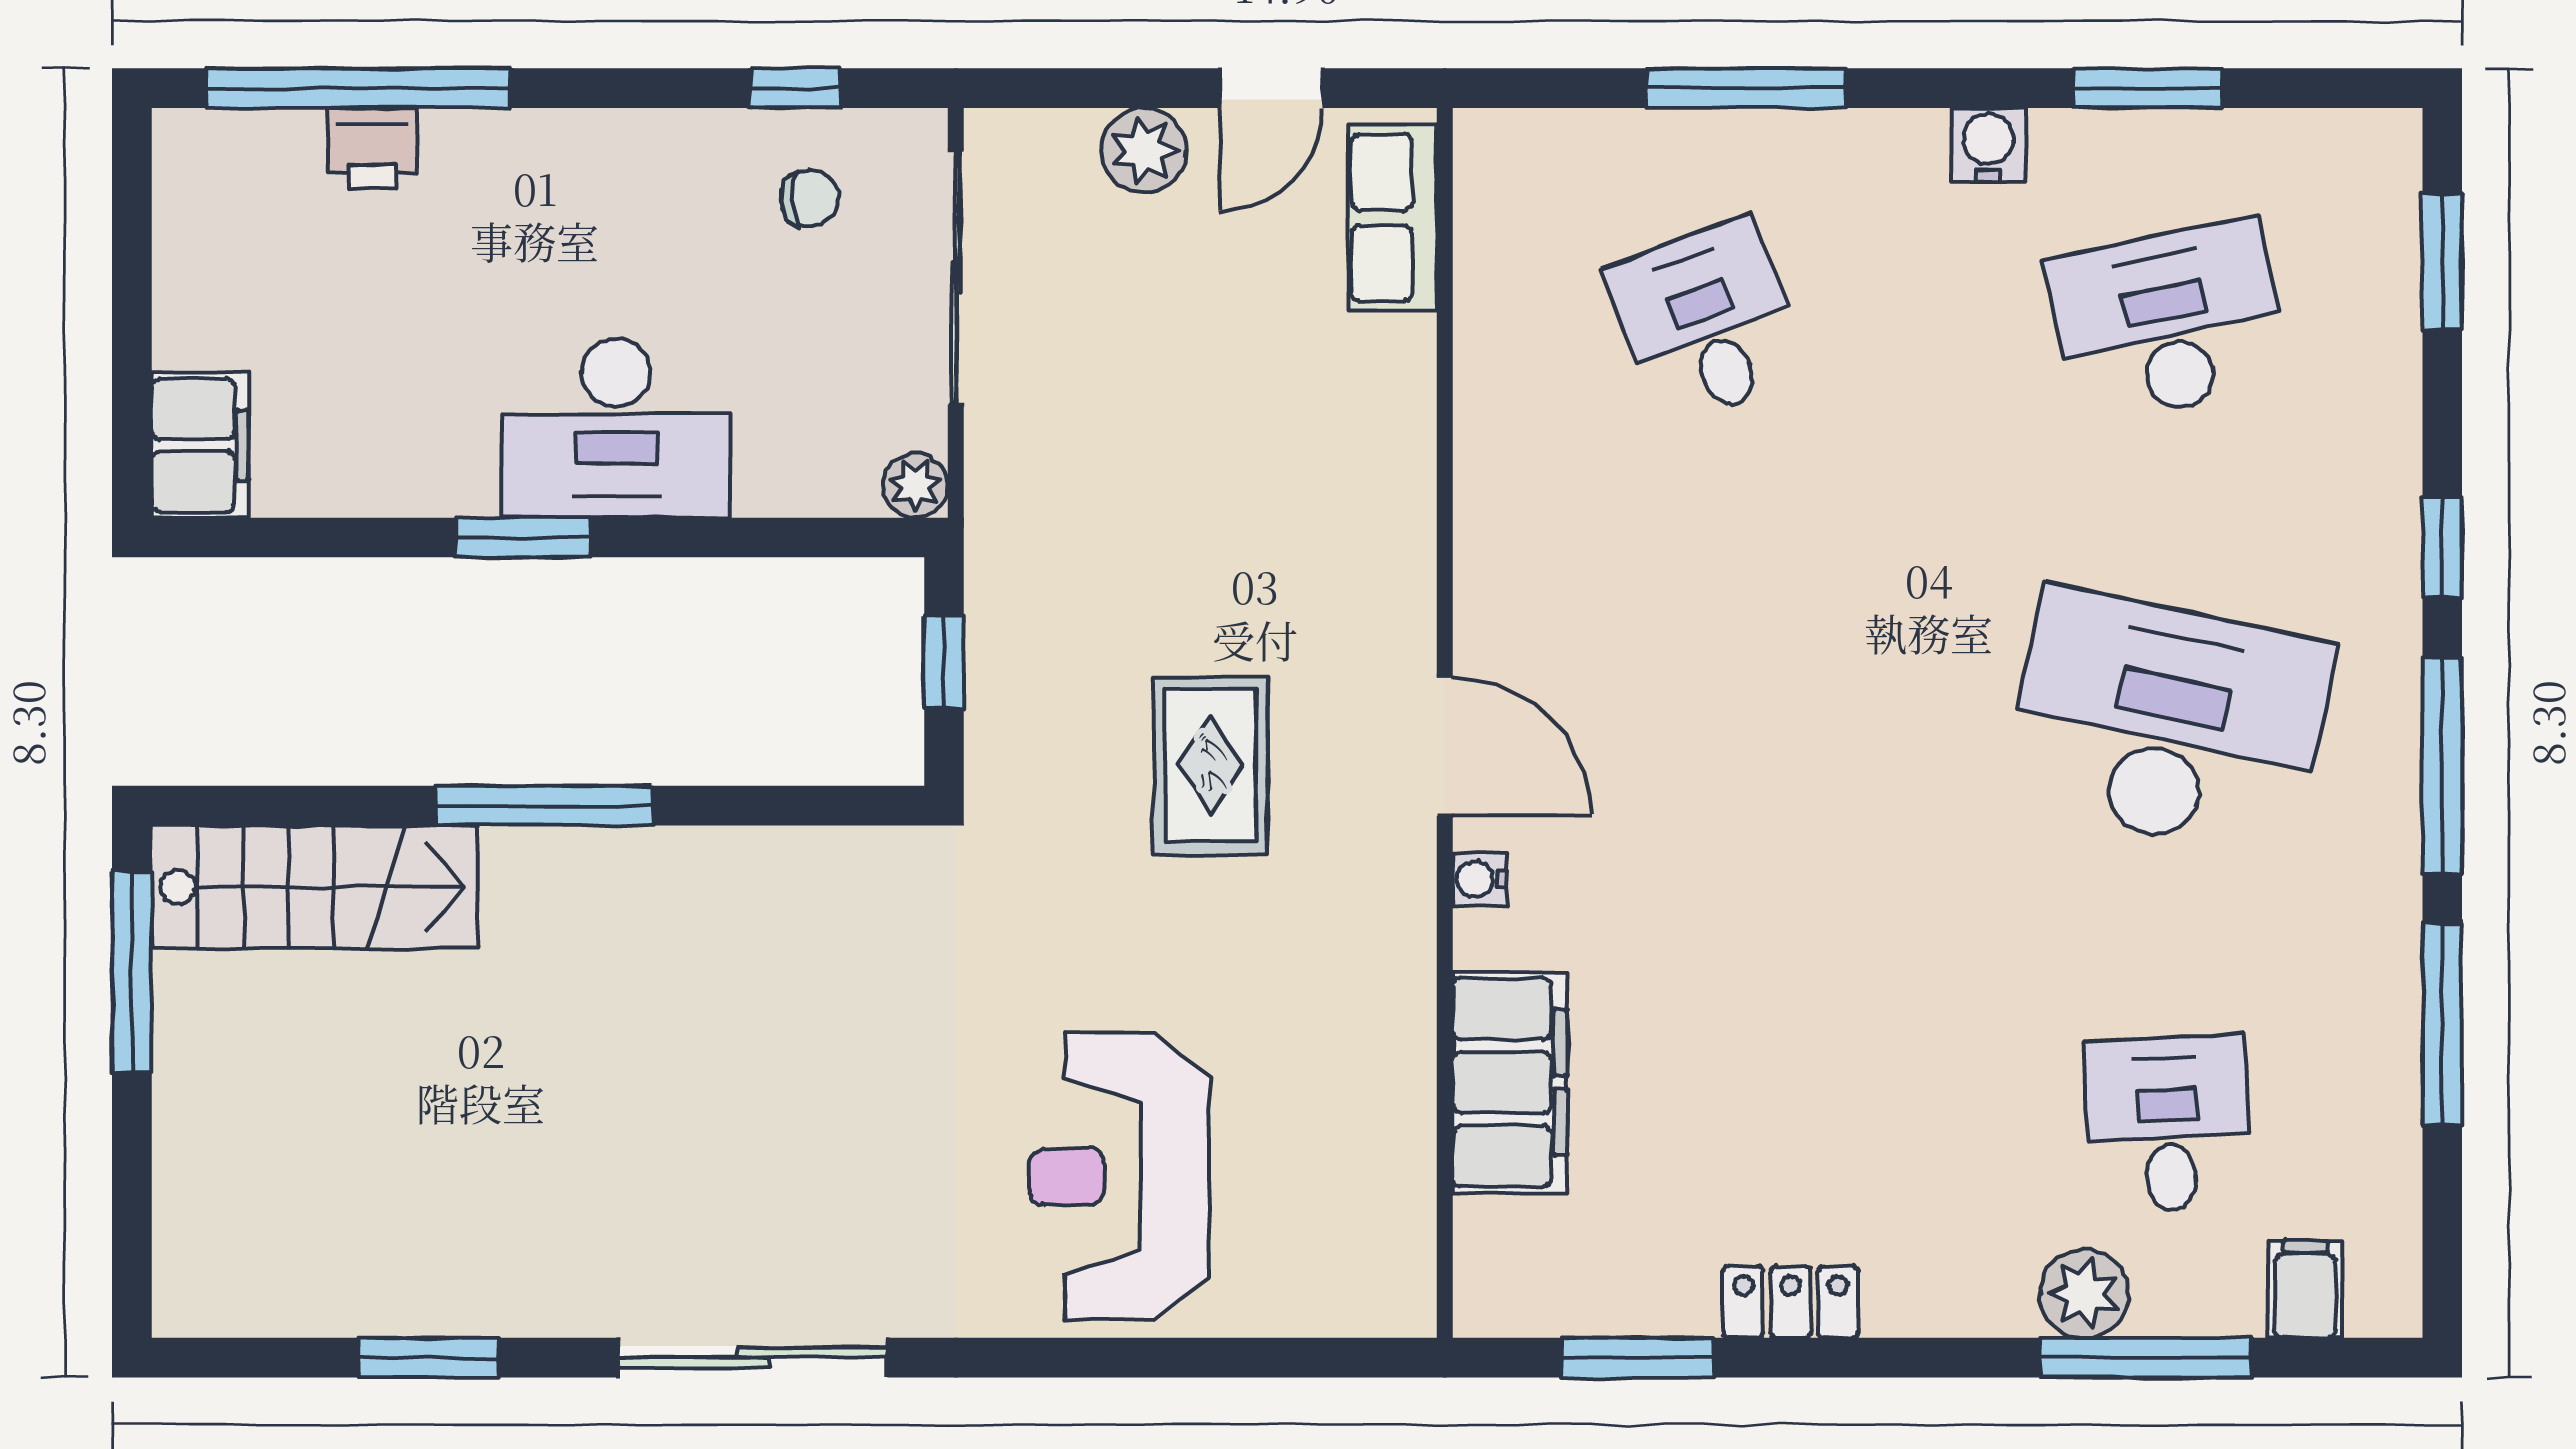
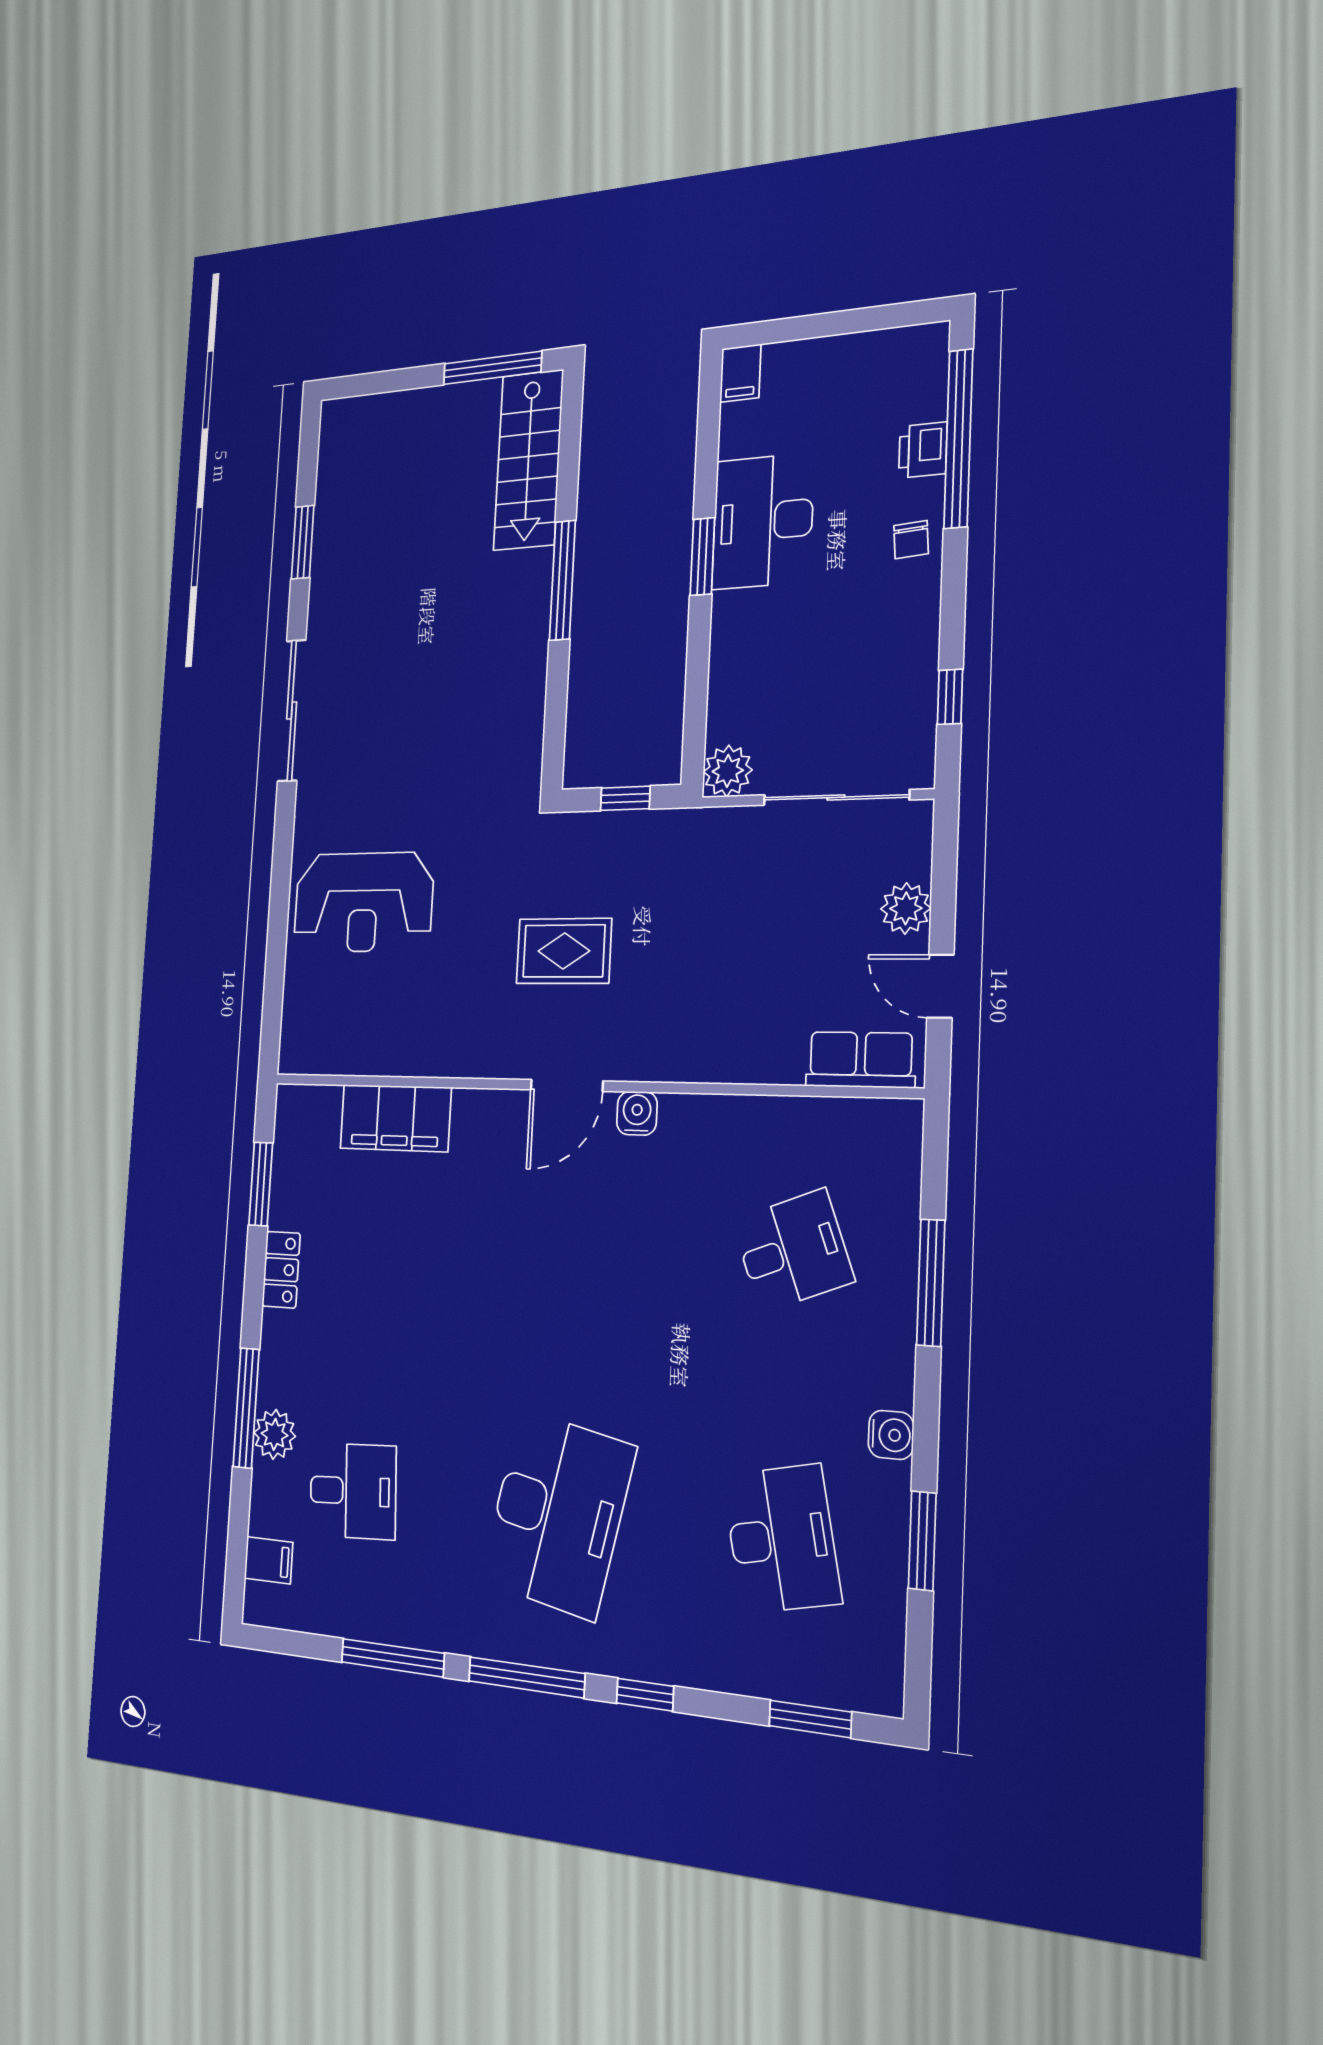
chair: (810, 199) -> (911, 540), moved
desk: (616, 428) -> (763, 521), moved
filing cabinet: (200, 445) -> (740, 373), width x0.50
plant: (915, 485) -> (728, 771), width x1.38, depth x1.38
water cooler: (1479, 879) -> (637, 1113), moved, width x1.38, depth x1.38
reception desk: (1119, 1176) -> (363, 902), turned 180
window: (2146, 1358) -> (246, 1408), moved

